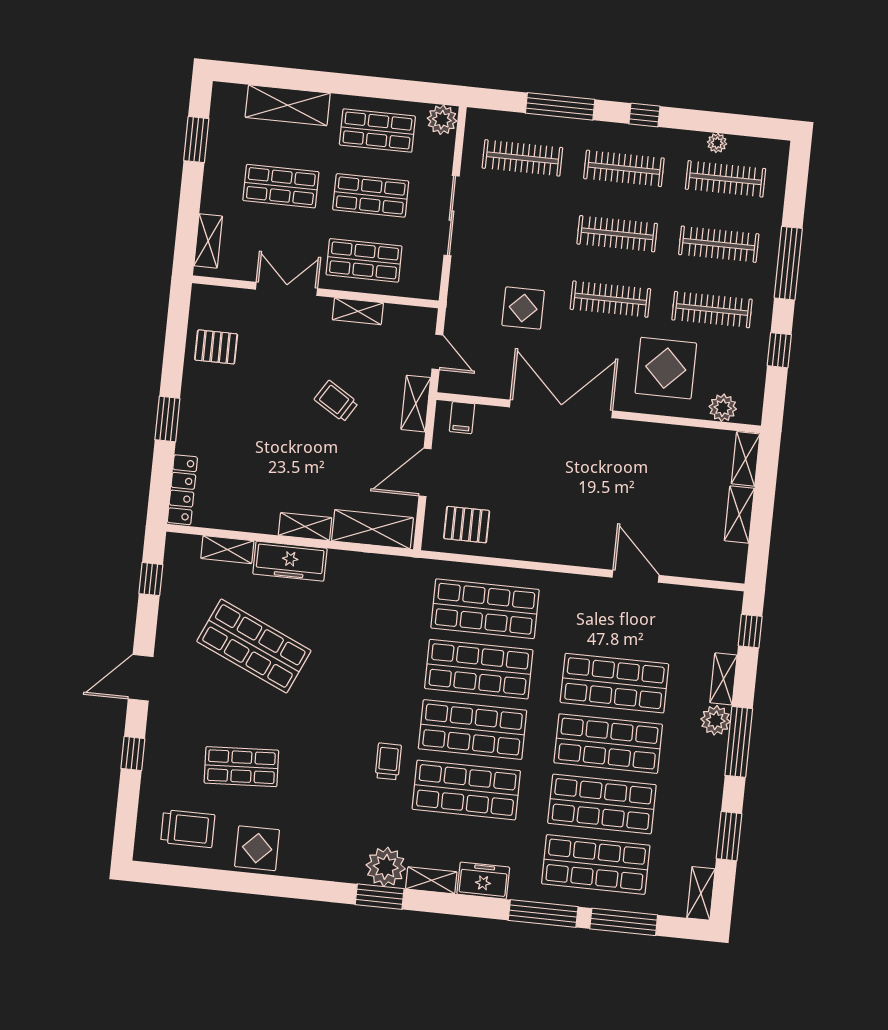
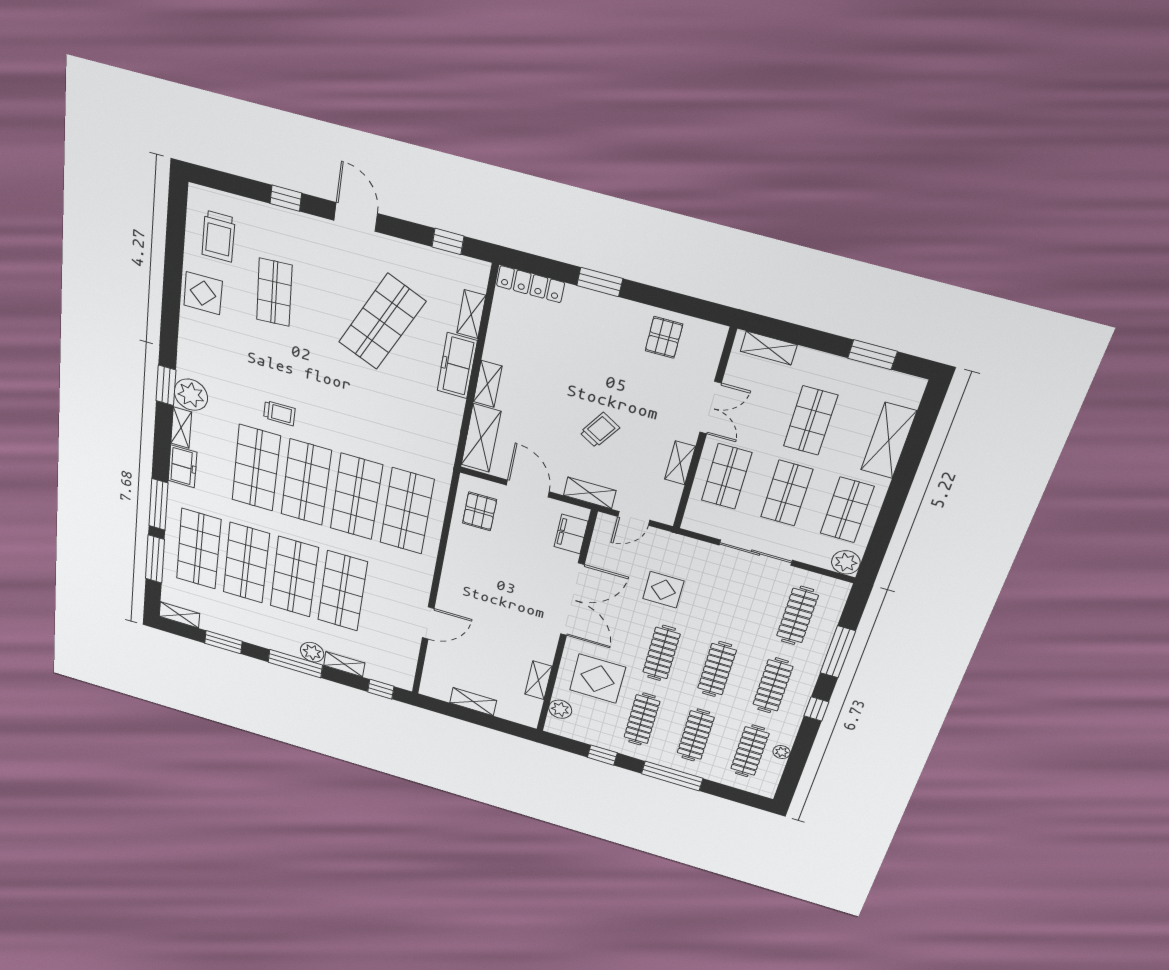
filing cabinet: (462, 418) -> (571, 534), width x2.00
shelving: (746, 459) -> (538, 680), moved, turned 90

